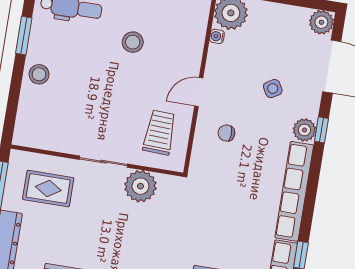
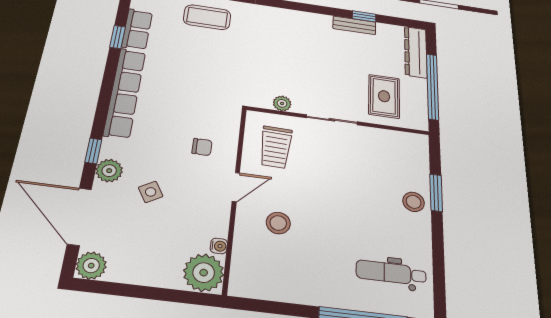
window: (24, 36) -> (436, 193), moved
stool: (133, 42) -> (278, 223), moved
plant: (304, 130) -> (109, 171), moved
plant: (140, 186) -> (282, 103), width x0.53, depth x0.53
rug: (48, 189) -> (384, 96), turned 90

